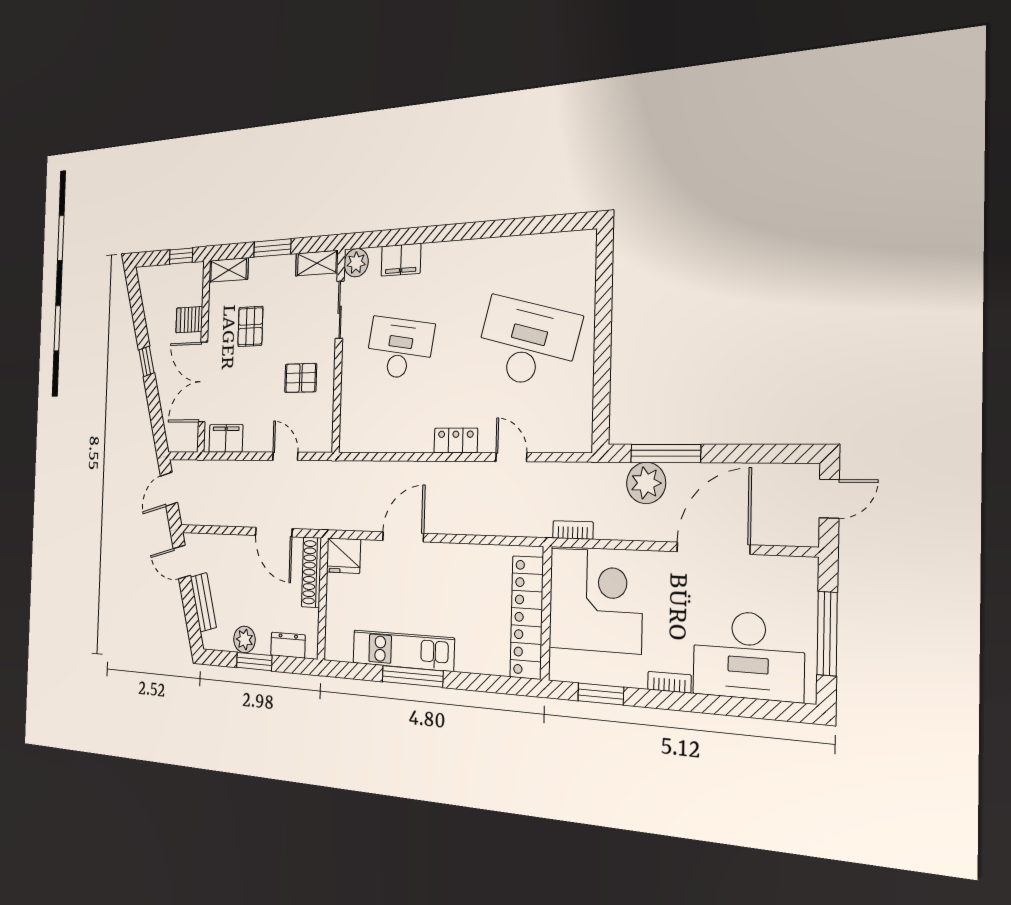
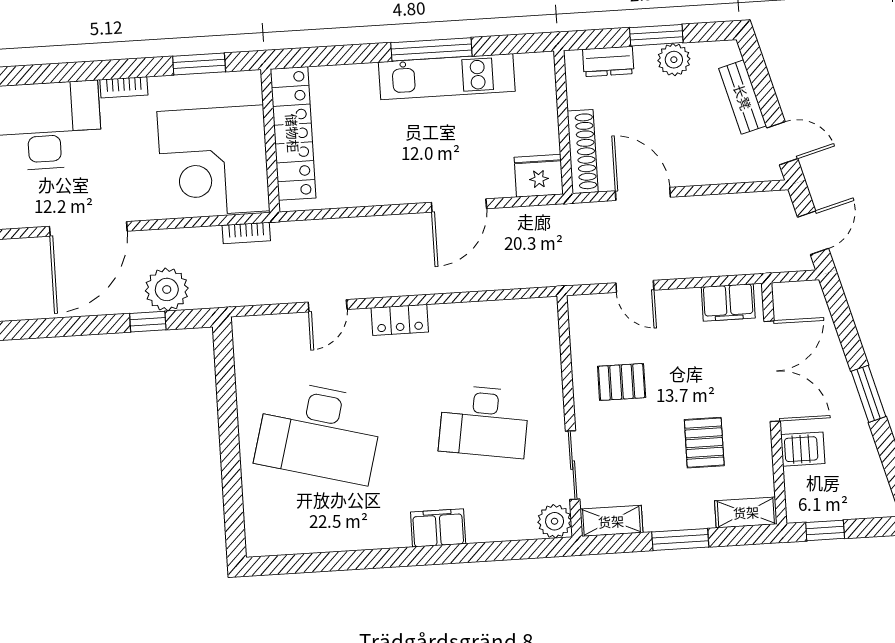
filing cabinet: (401, 260) -> (438, 528), moved
window: (146, 361) -> (868, 394), width x1.50
window: (665, 453) -> (148, 322), width x0.46
door: (511, 457) -> (328, 306), hinge flipped

